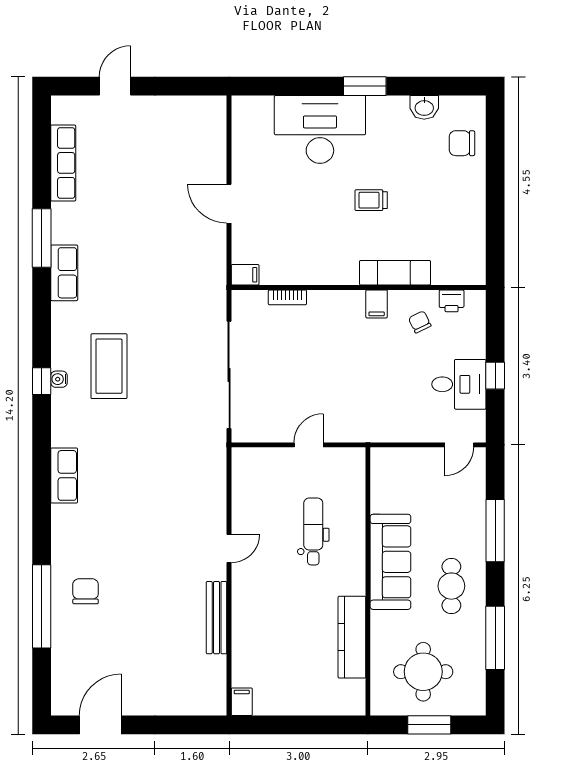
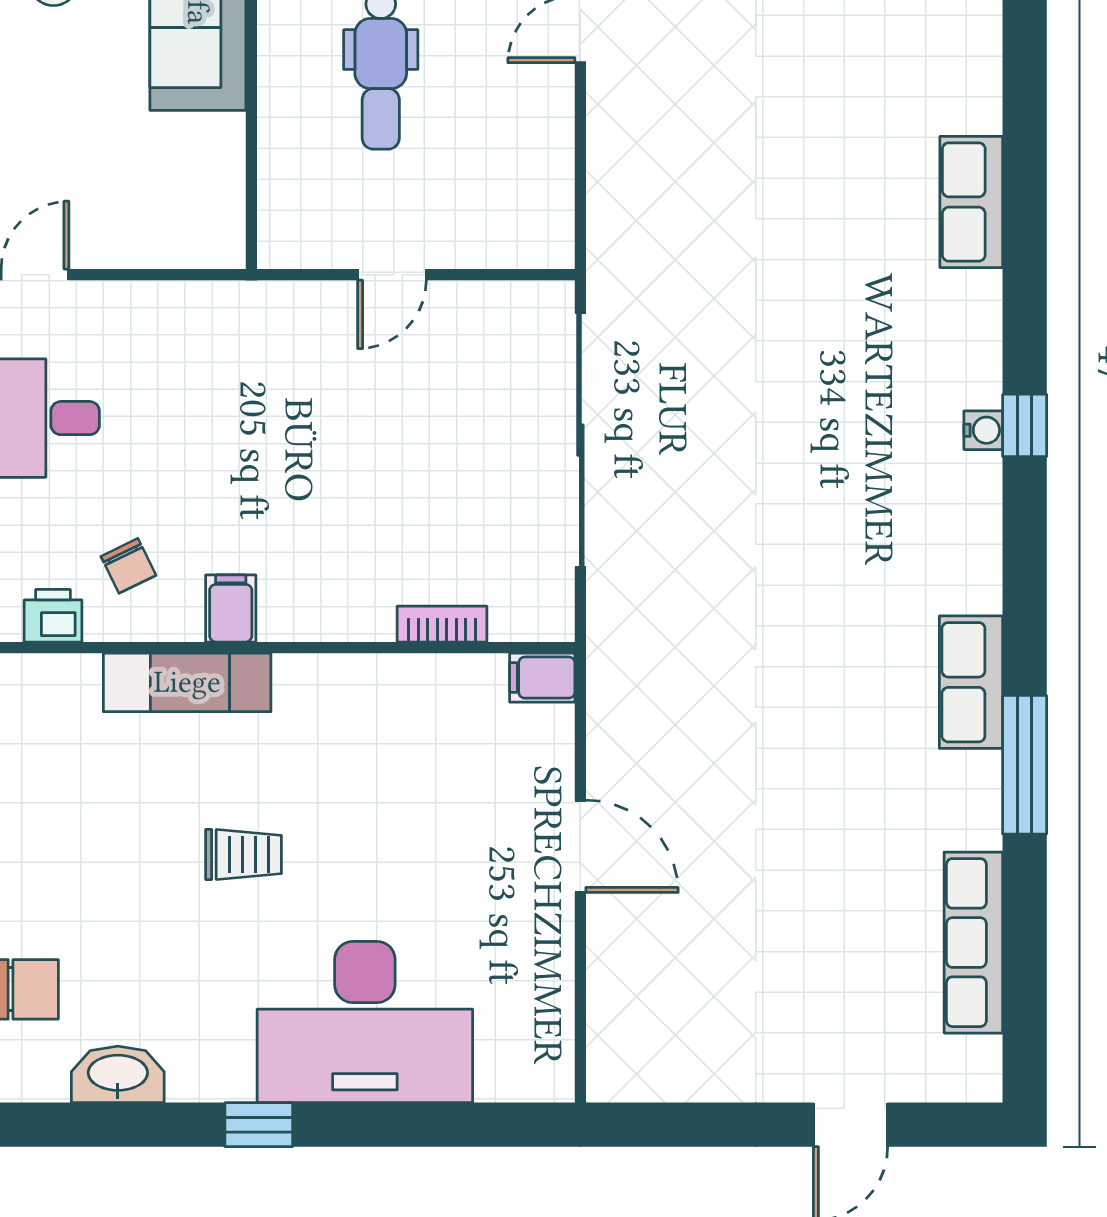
window: (365, 86) -> (259, 1125), width x0.67
washbasin: (424, 107) -> (118, 1074), width x1.38
coffee table: (109, 366) -> (865, 461), removed

